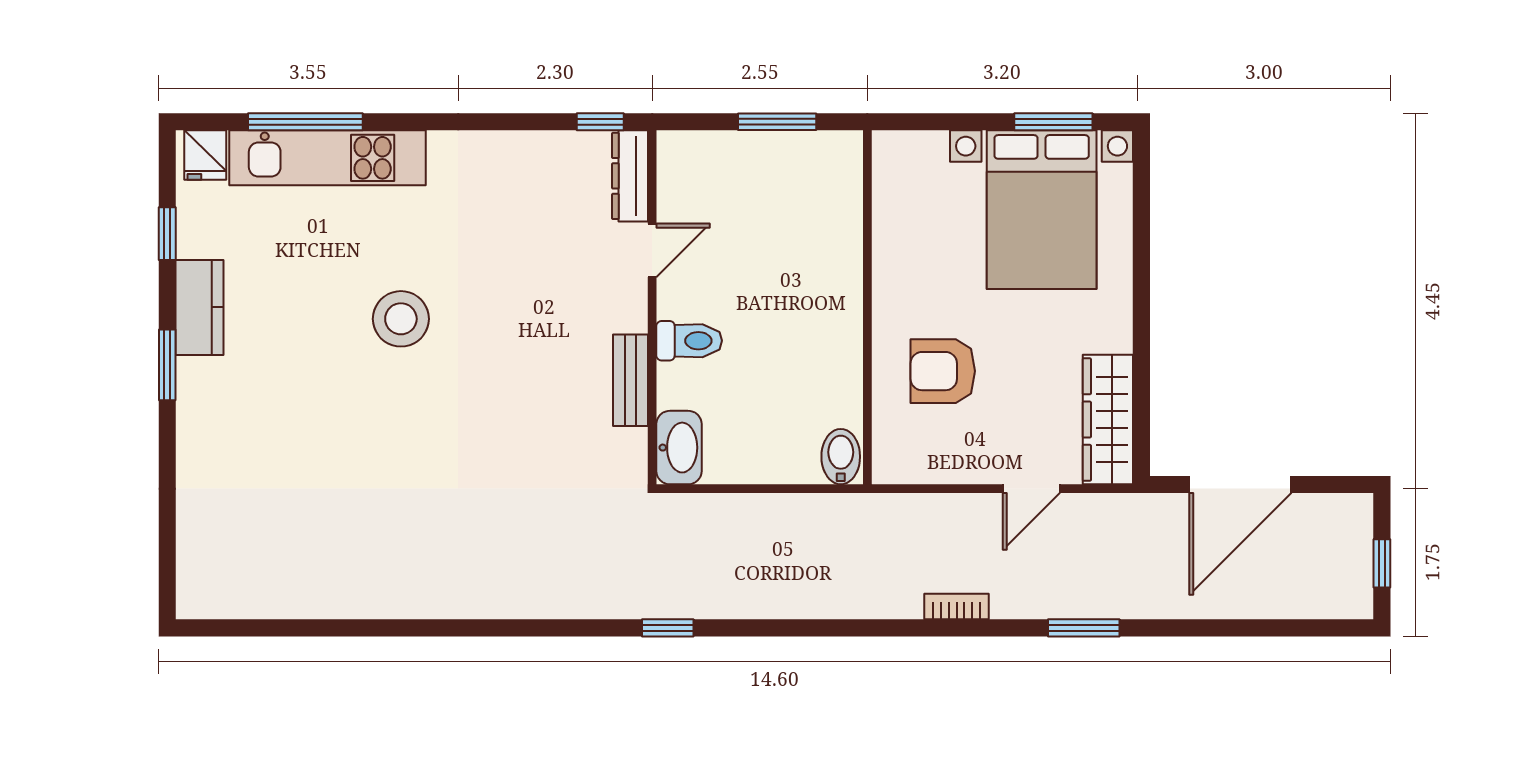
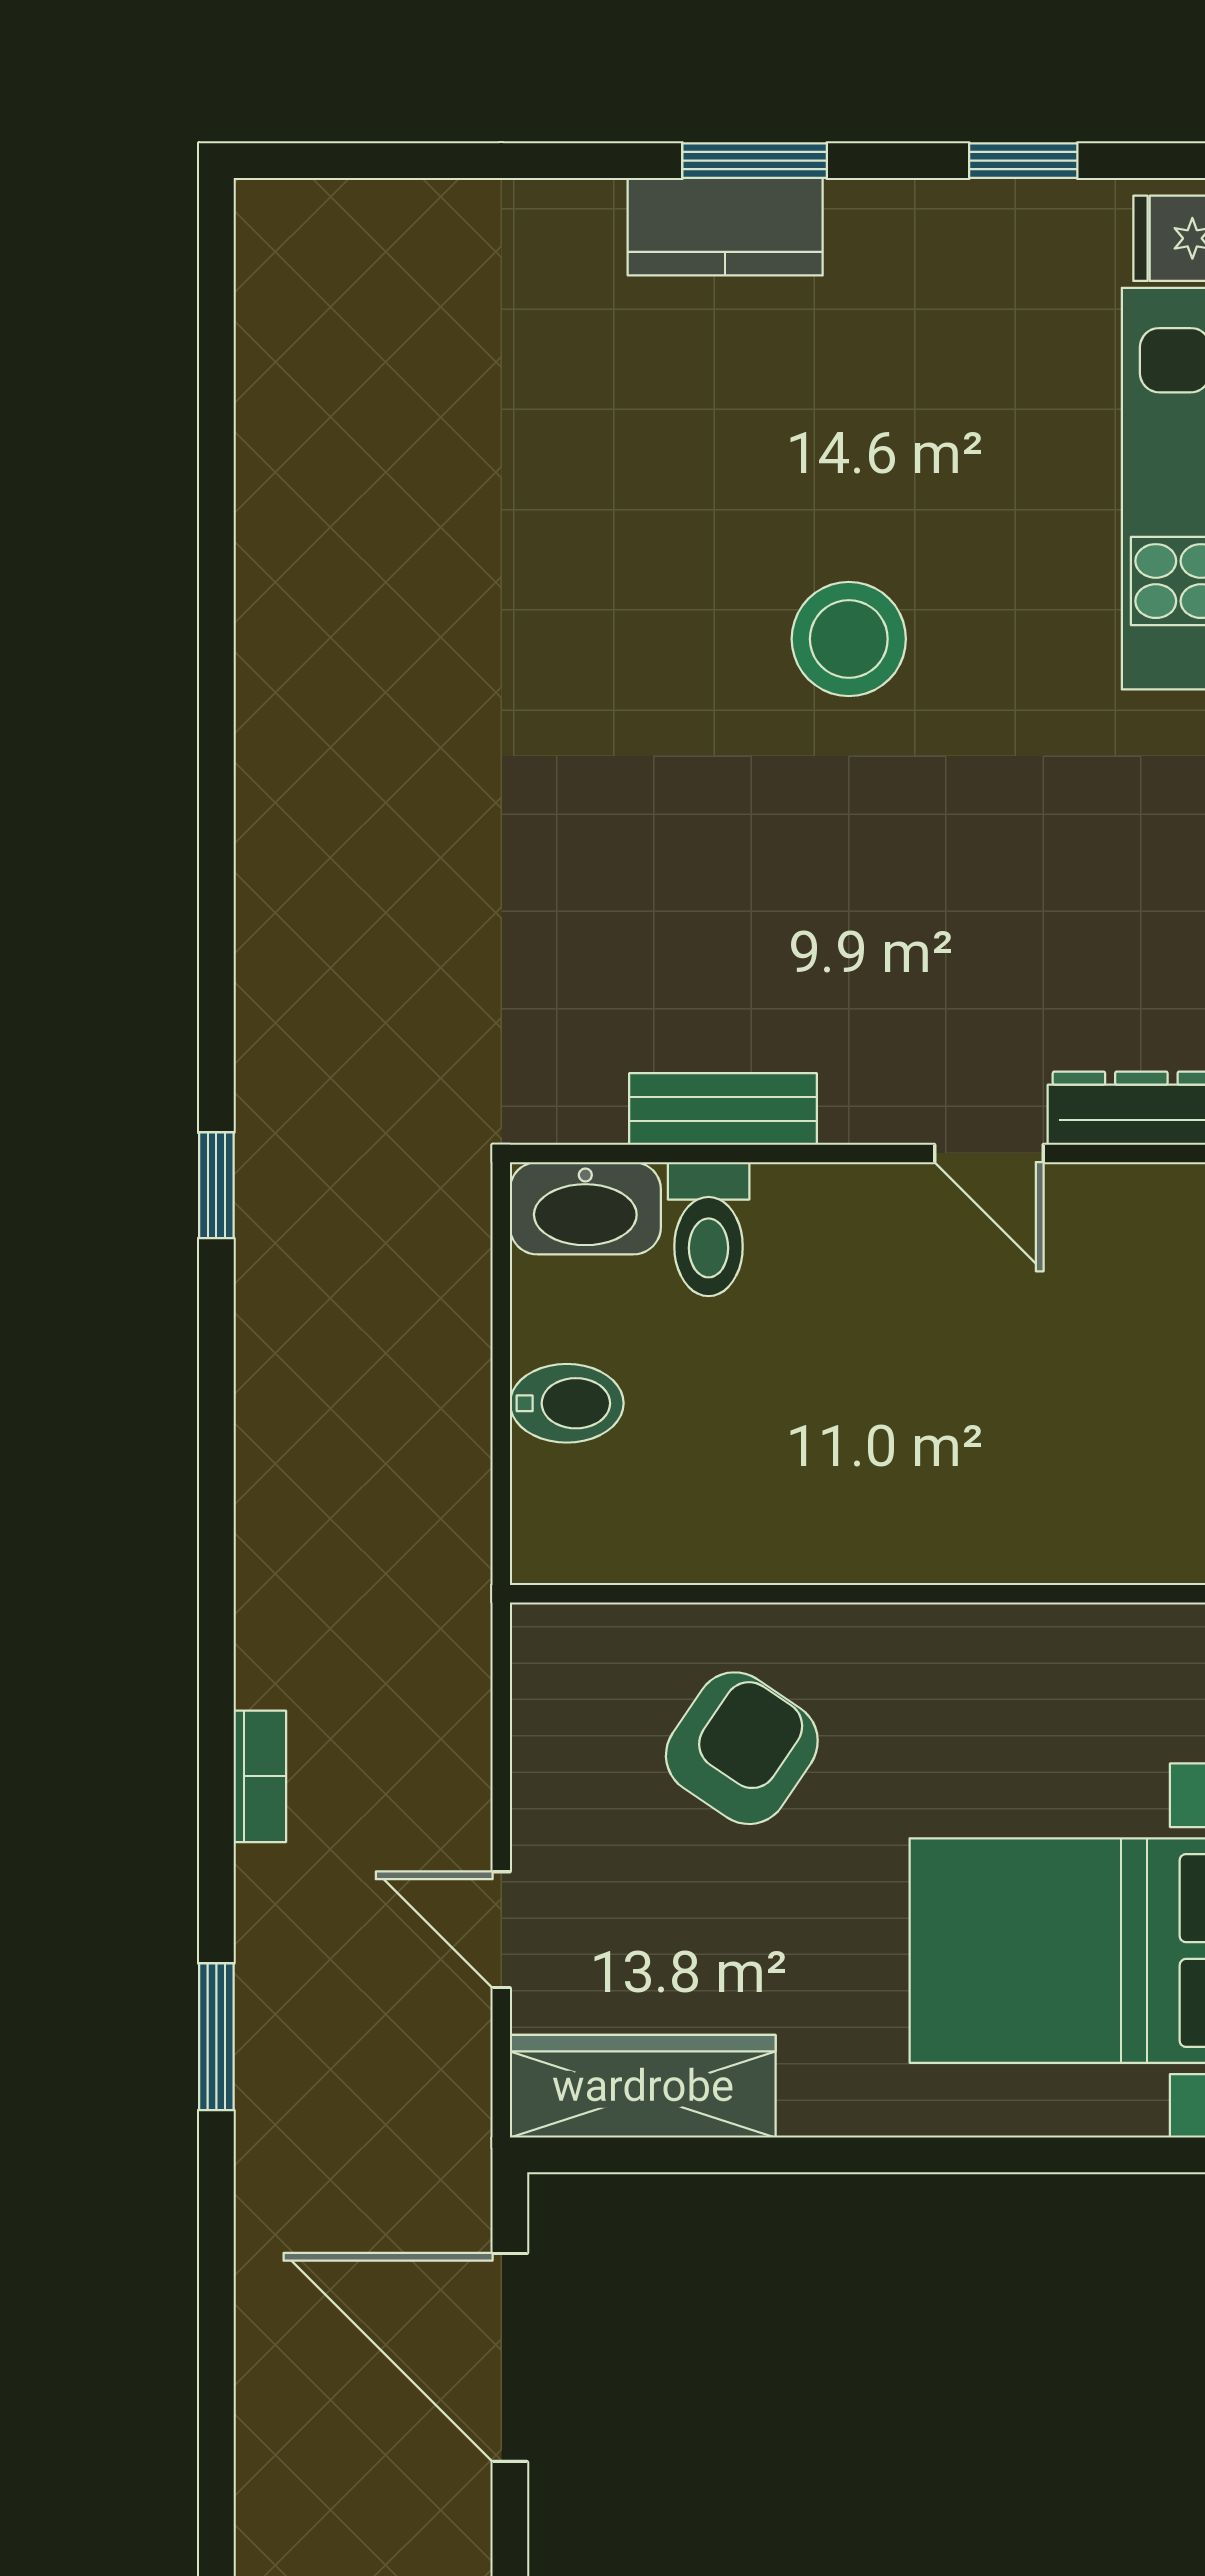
kitchen counter: (199, 307) -> (725, 227), moved
toilet: (689, 341) -> (709, 1229), moved
armchair: (943, 371) -> (742, 1748), turned 34
bidet: (841, 457) -> (567, 1403), moved

